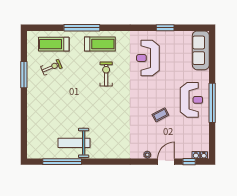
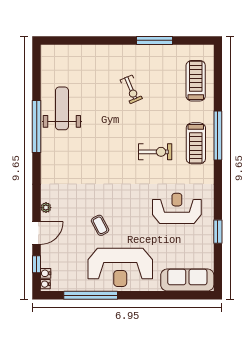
window: (82, 28) -> (218, 135), moved
exercise bike: (51, 67) -> (131, 89), moved
reception desk: (191, 100) -> (120, 267), width x1.36, depth x1.30
window: (212, 103) -> (91, 295), moved
window: (62, 162) -> (37, 126), moved
door: (166, 162) -> (37, 233), hinge flipped

